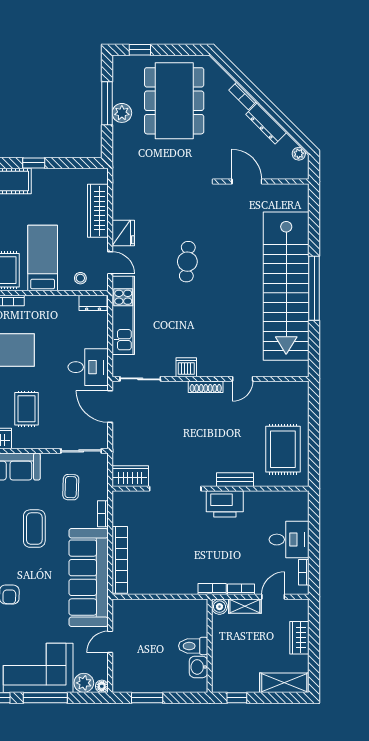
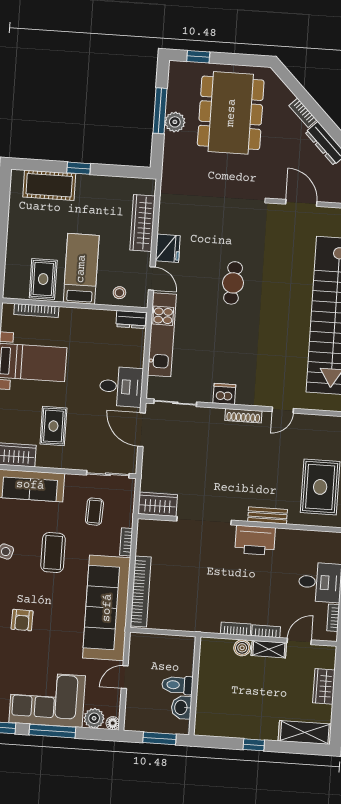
toilet: (193, 646) -> (177, 685), moved
wall: (210, 646) -> (195, 686), moved
washbasin: (198, 667) -> (181, 707), moved

